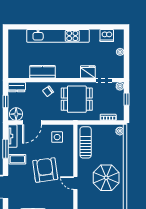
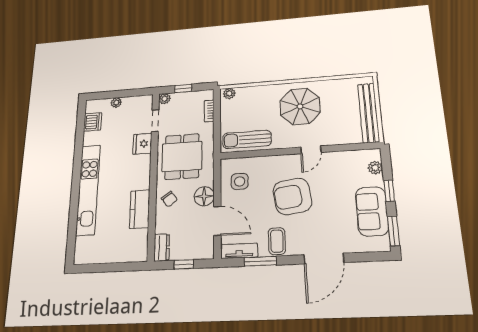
floor lamp: (16, 114) -> (204, 196), moved

